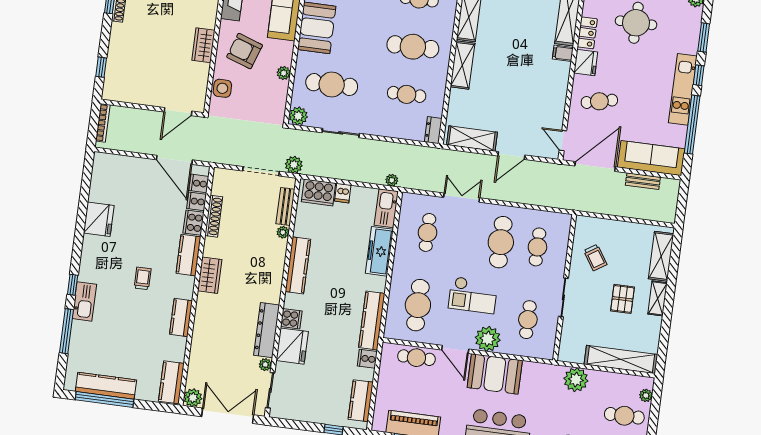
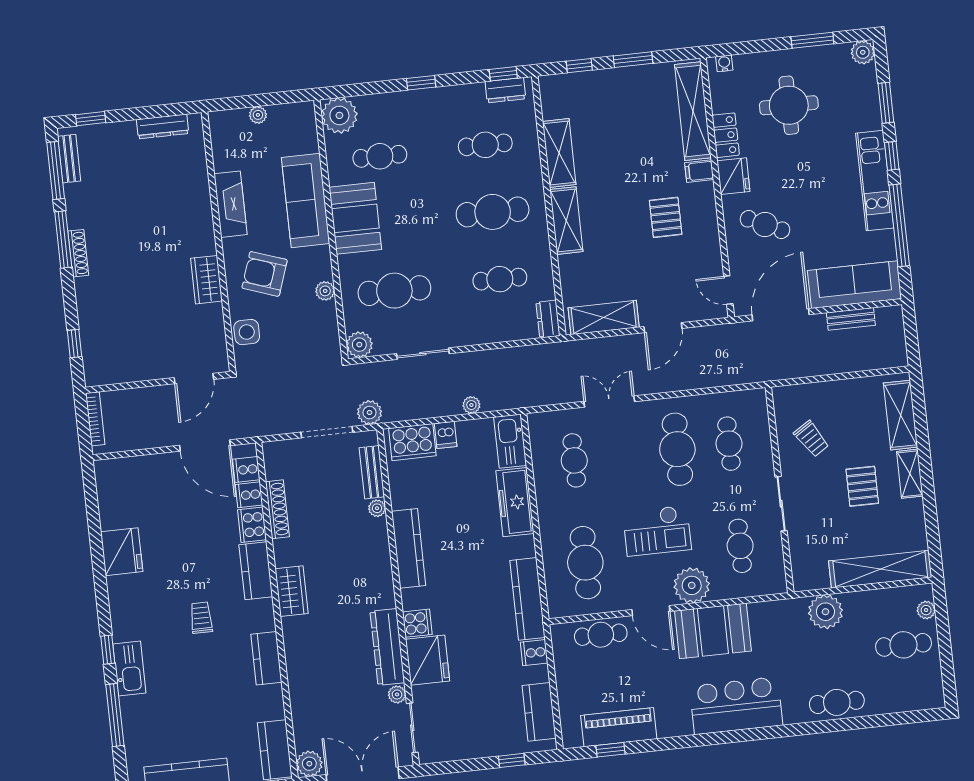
pallet: (532, 80) -> (666, 217), added
cafe table: (599, 101) -> (765, 224), turned 38
plant: (392, 180) -> (471, 405), moved

